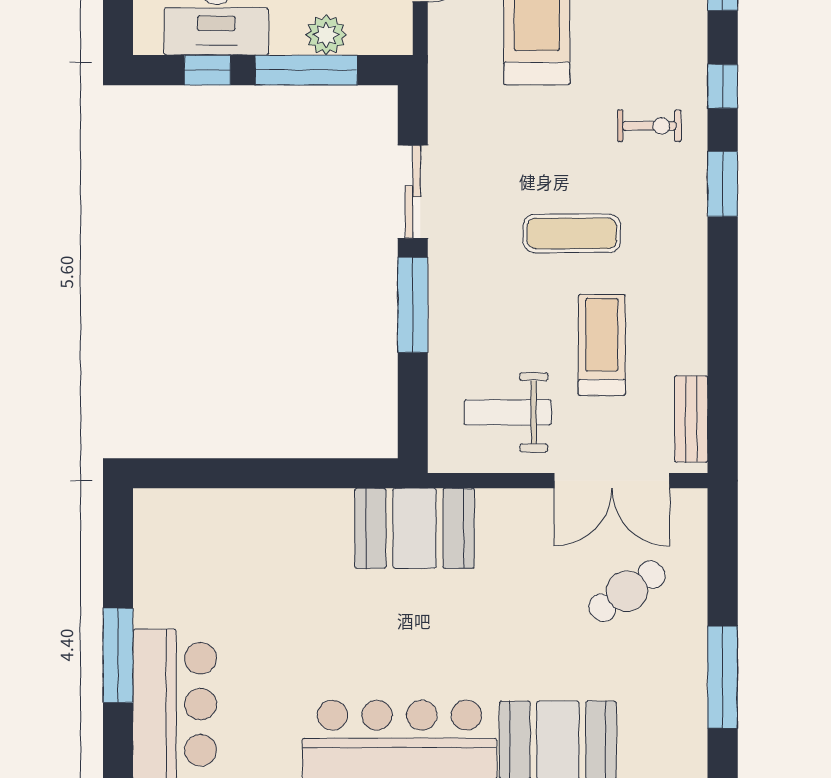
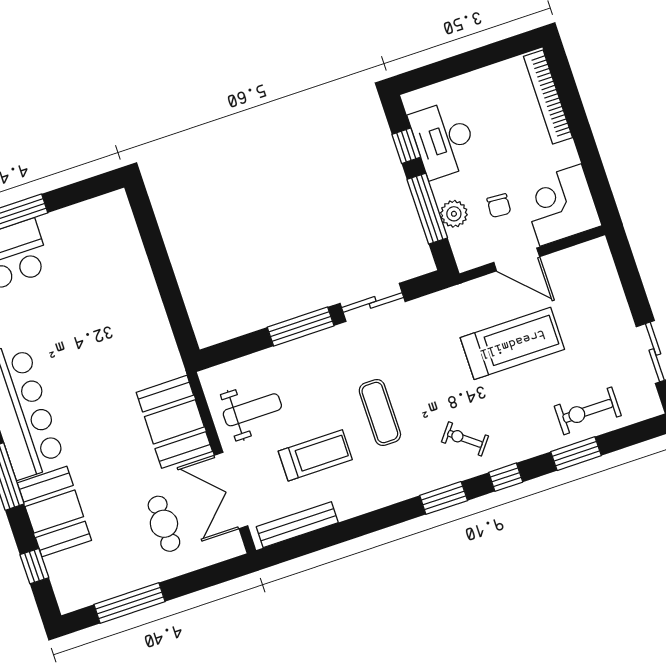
exercise bike: (649, 126) -> (465, 439), turned 128
weight bench: (508, 412) -> (252, 410), turned 90
bench: (691, 419) -> (297, 525), width x1.36
booth: (415, 528) -> (174, 422), moved
cafe table: (627, 591) -> (164, 524), turned 34

